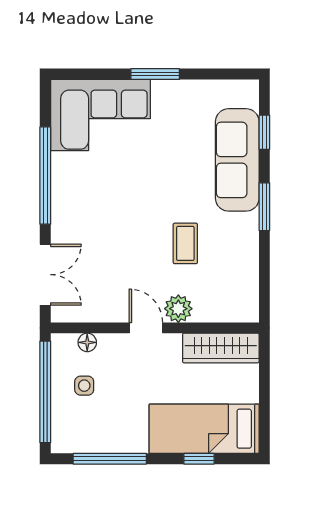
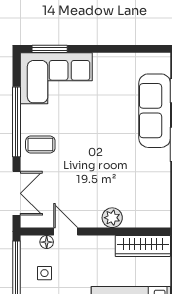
window: (155, 74) -> (50, 49), moved
coffee table: (185, 243) -> (40, 145), moved, turned 90
door: (146, 328) -> (66, 232), moved

